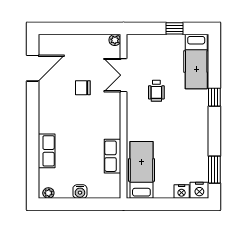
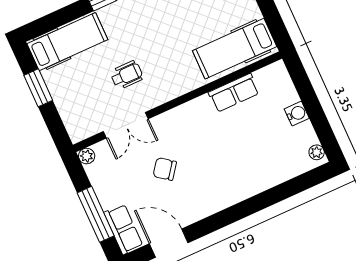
window: (74, 28) -> (96, 214), added
window: (174, 28) -> (38, 88), width x1.50
chair: (83, 88) -> (165, 169), turned 127
row of seats: (47, 151) -> (123, 229), moved, turned 90

